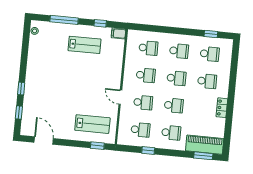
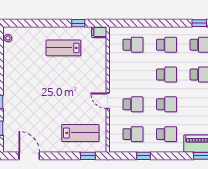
window: (64, 20) -> (39, 23), removed
lab bench: (84, 45) -> (63, 48), turned 180
school desk: (146, 75) -> (133, 75), removed

